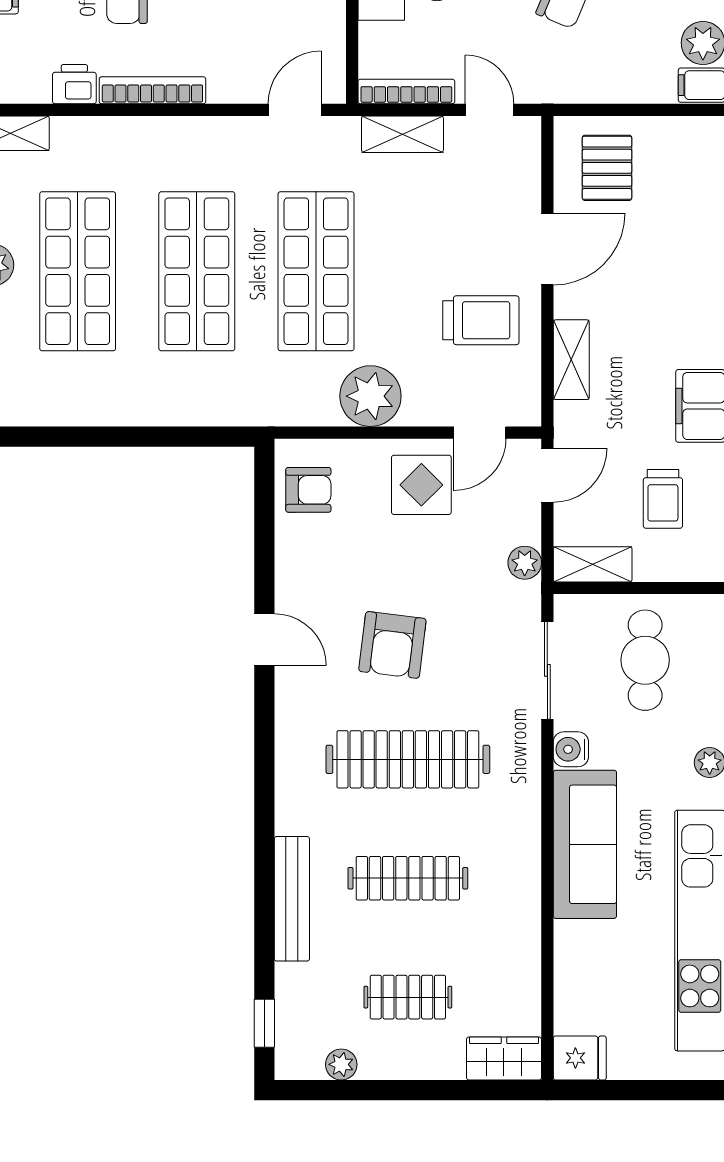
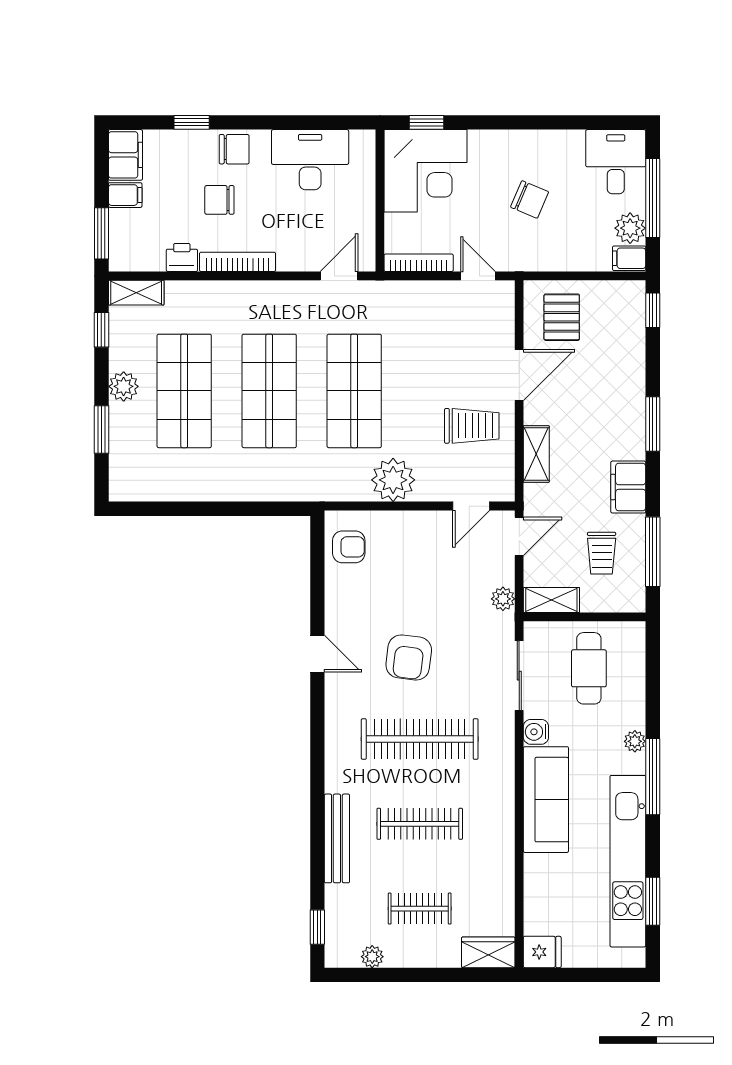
shelving: (402, 134) -> (416, 293), removed
display table: (421, 485) -> (429, 543), removed

